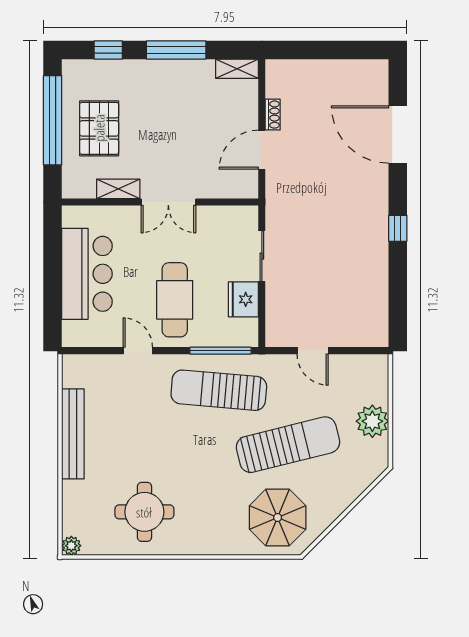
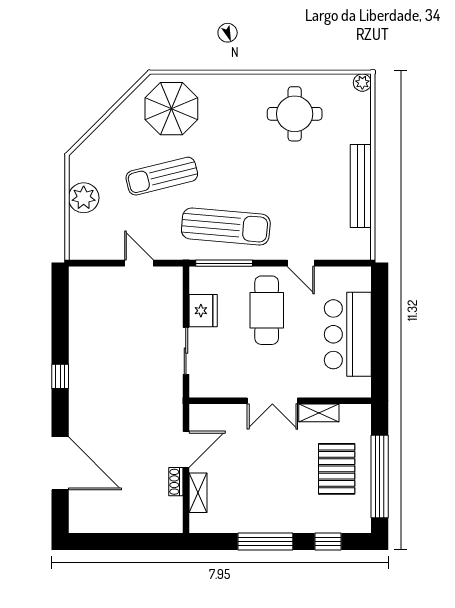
shelving: (237, 69) -> (198, 493), moved, turned 90
double door: (168, 202) -> (272, 401), swing flipped
sun lounger: (288, 445) -> (162, 176), width x0.73, depth x0.75

